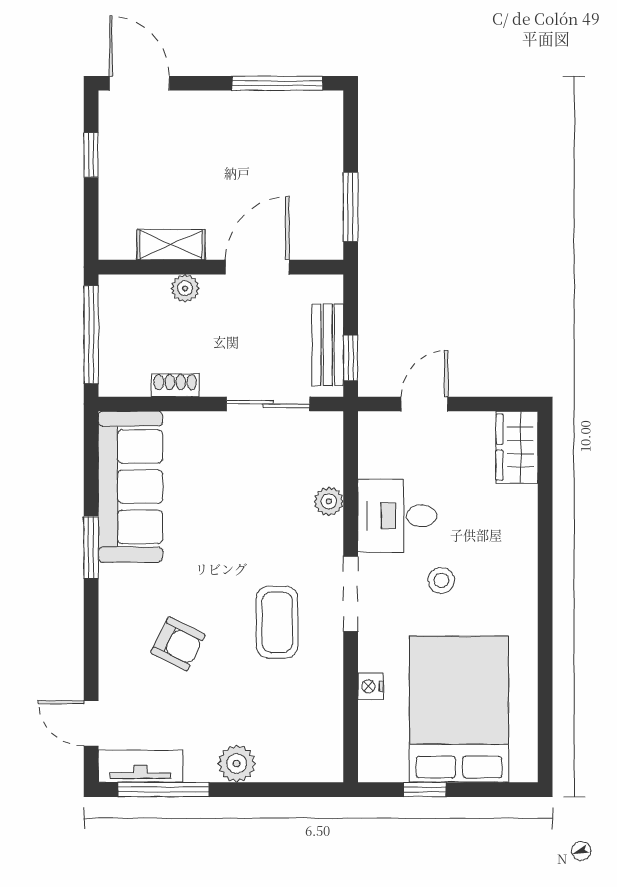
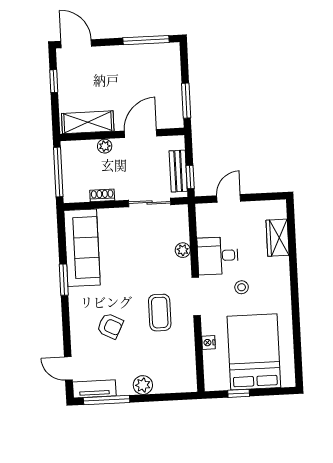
shelving: (171, 245) -> (88, 122), width x1.50, depth x1.33
wardrobe: (517, 447) -> (278, 238), moved

